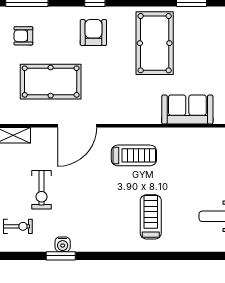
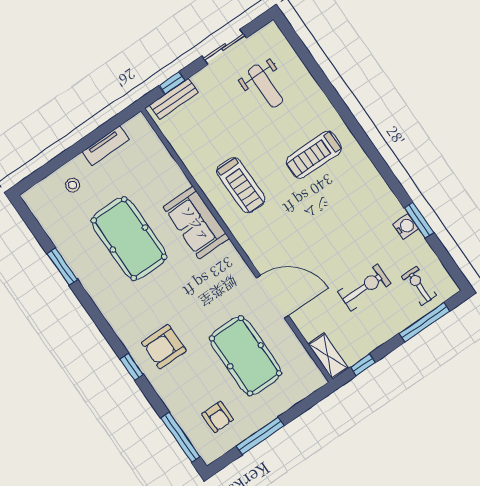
pool table: (155, 43) -> (129, 239), moved, turned 90
sofa: (187, 110) -> (196, 223), moved
treadmill: (134, 155) -> (241, 185), moved, turned 180

